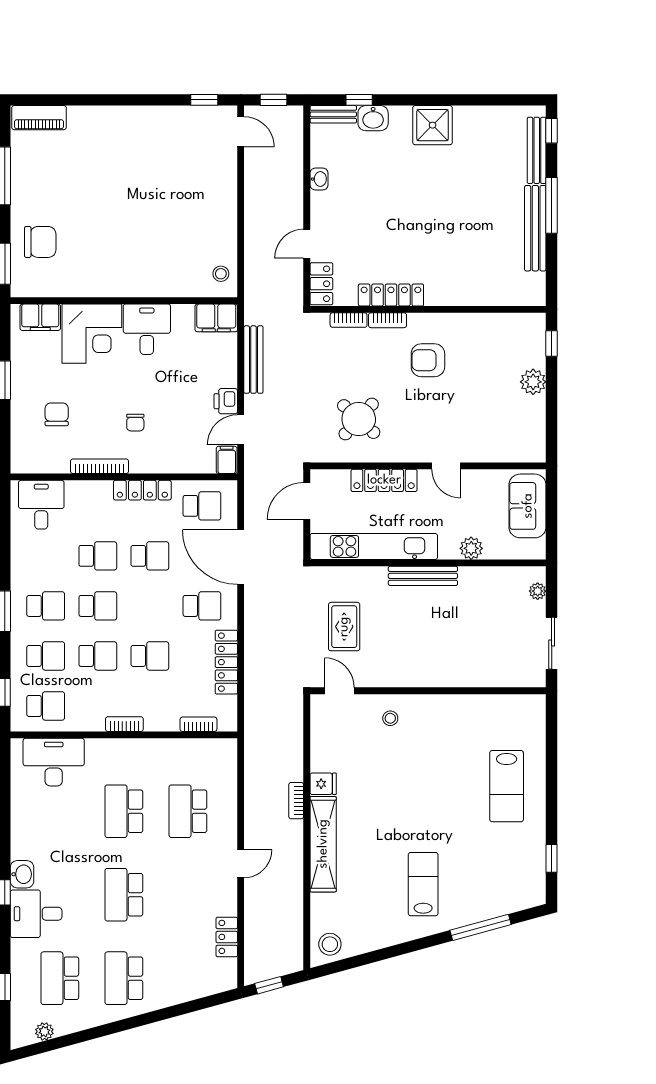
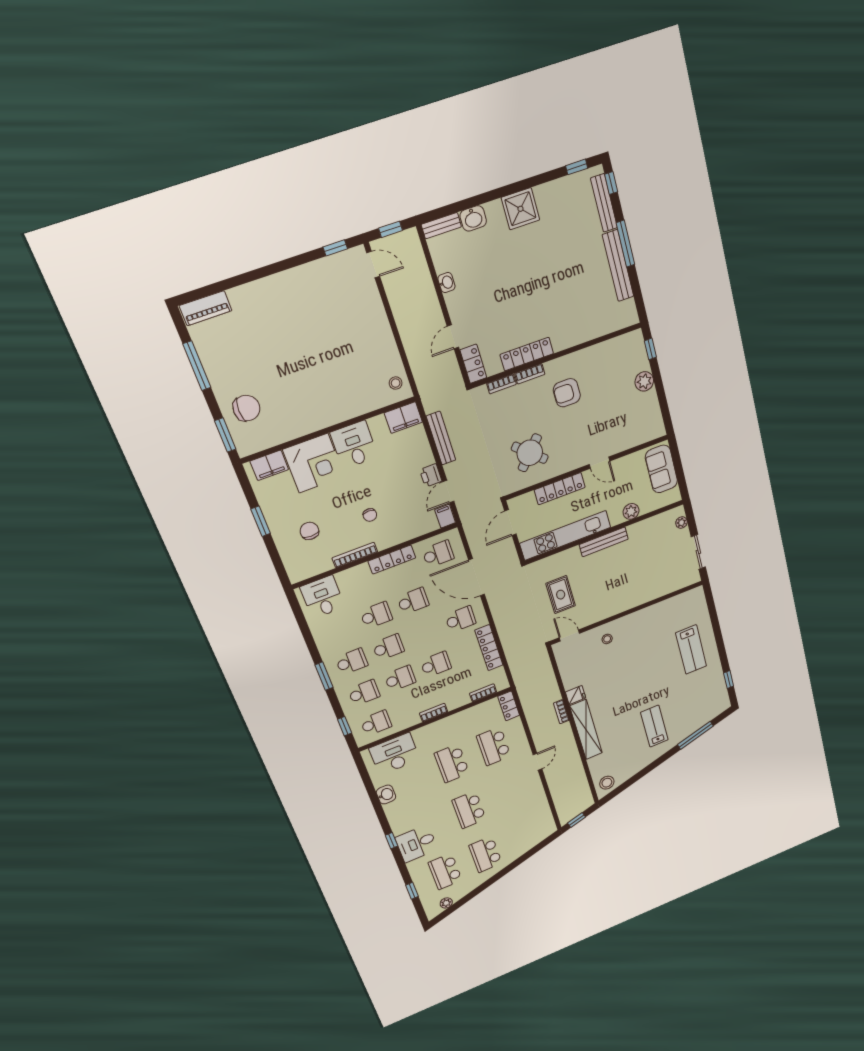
window: (359, 100) -> (577, 167), moved
washbasin: (22, 874) -> (386, 795), moved
locker: (227, 937) -> (509, 706), moved

